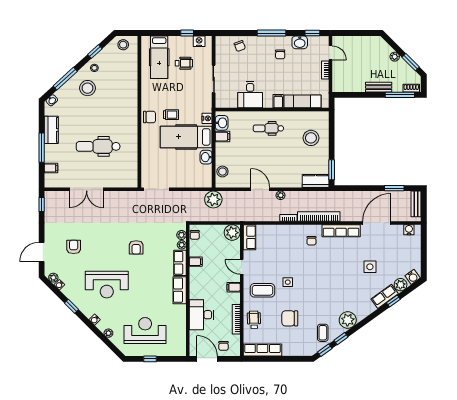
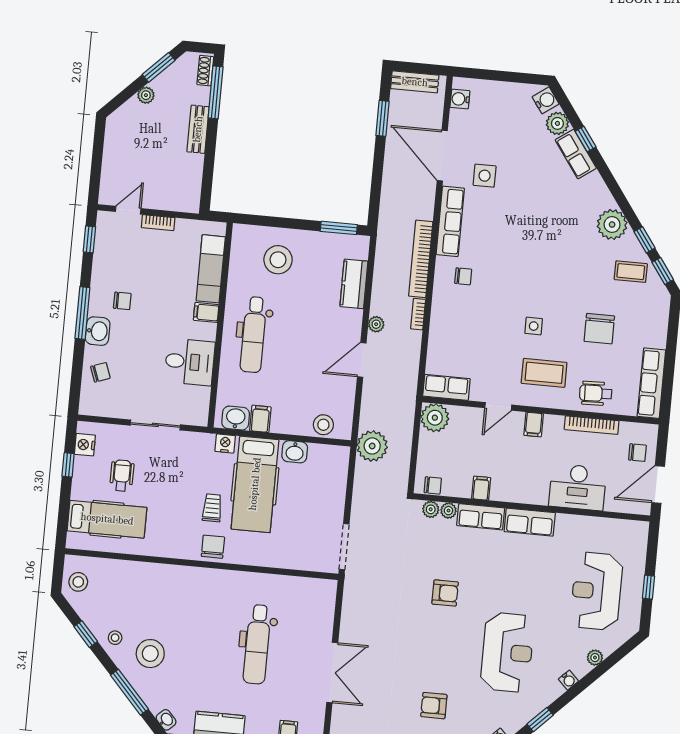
washbasin: (300, 42) -> (98, 331), moved
dental chair: (268, 128) -> (253, 335), width x1.36, depth x1.38
kitchen counter: (316, 181) -> (354, 284), moved
side table: (370, 267) -> (485, 176), moved
coffee table: (263, 290) -> (544, 373), turned 90

